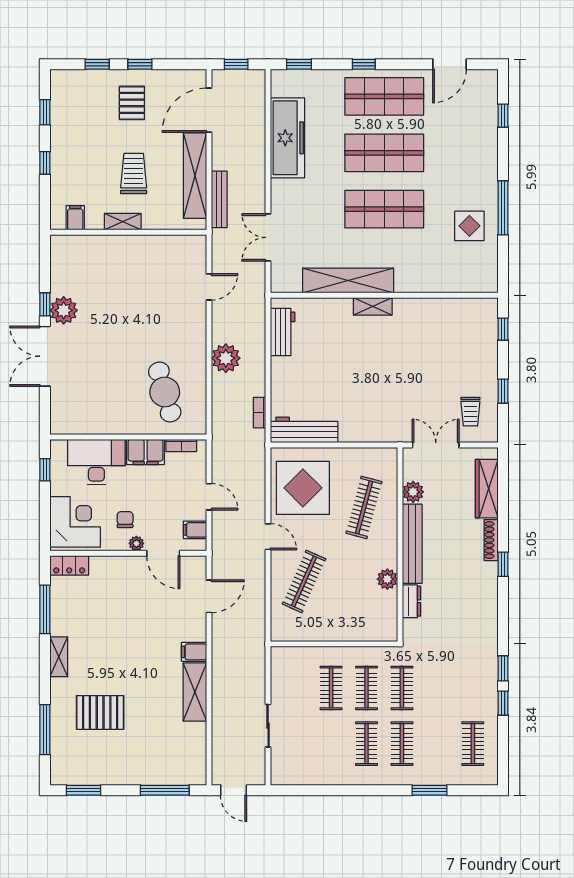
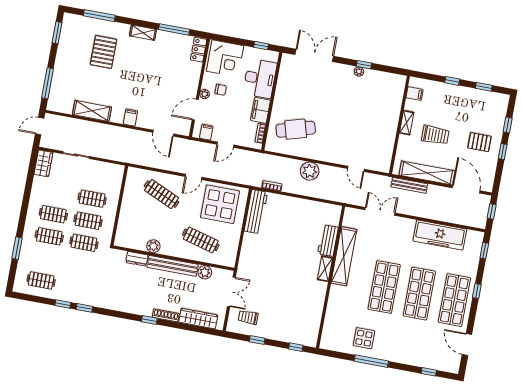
plant: (64, 310) -> (359, 72), width x0.53, depth x0.53
workbench: (283, 332) -> (328, 241), moved, turned 90
double door: (45, 356) -> (314, 55), moved
shelving: (195, 692) -> (92, 111), moved
wardrobe: (290, 774) -> (43, 163), added

